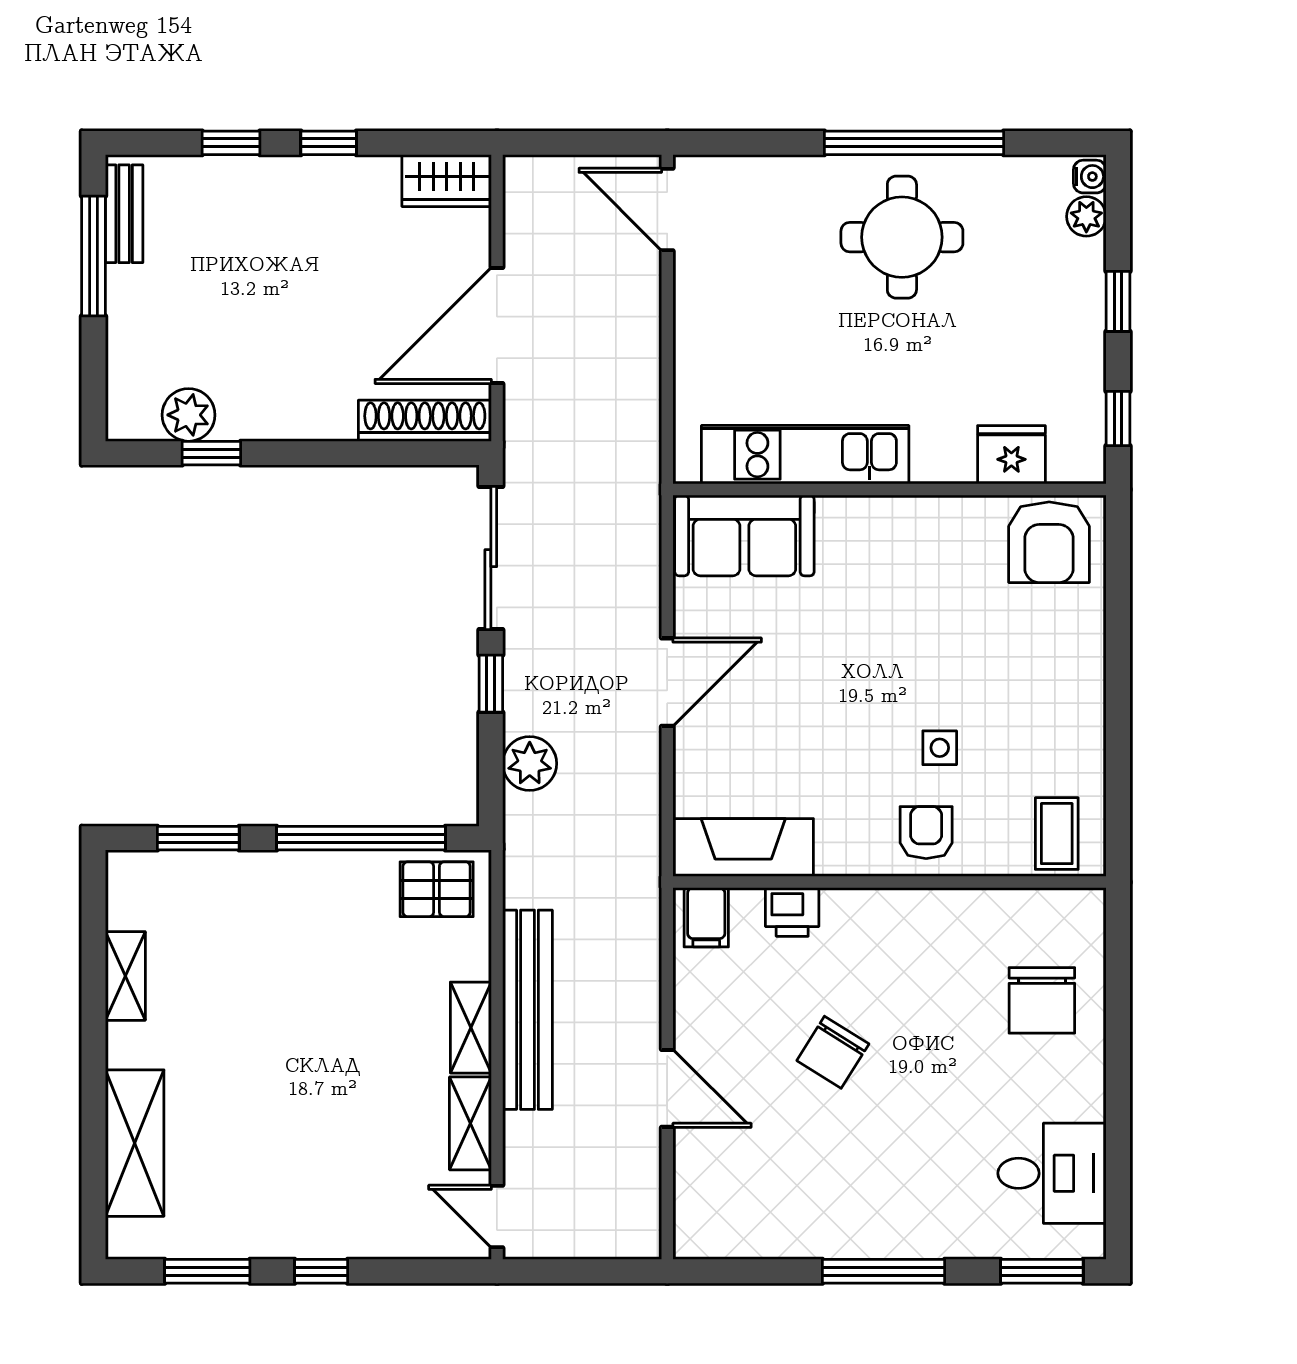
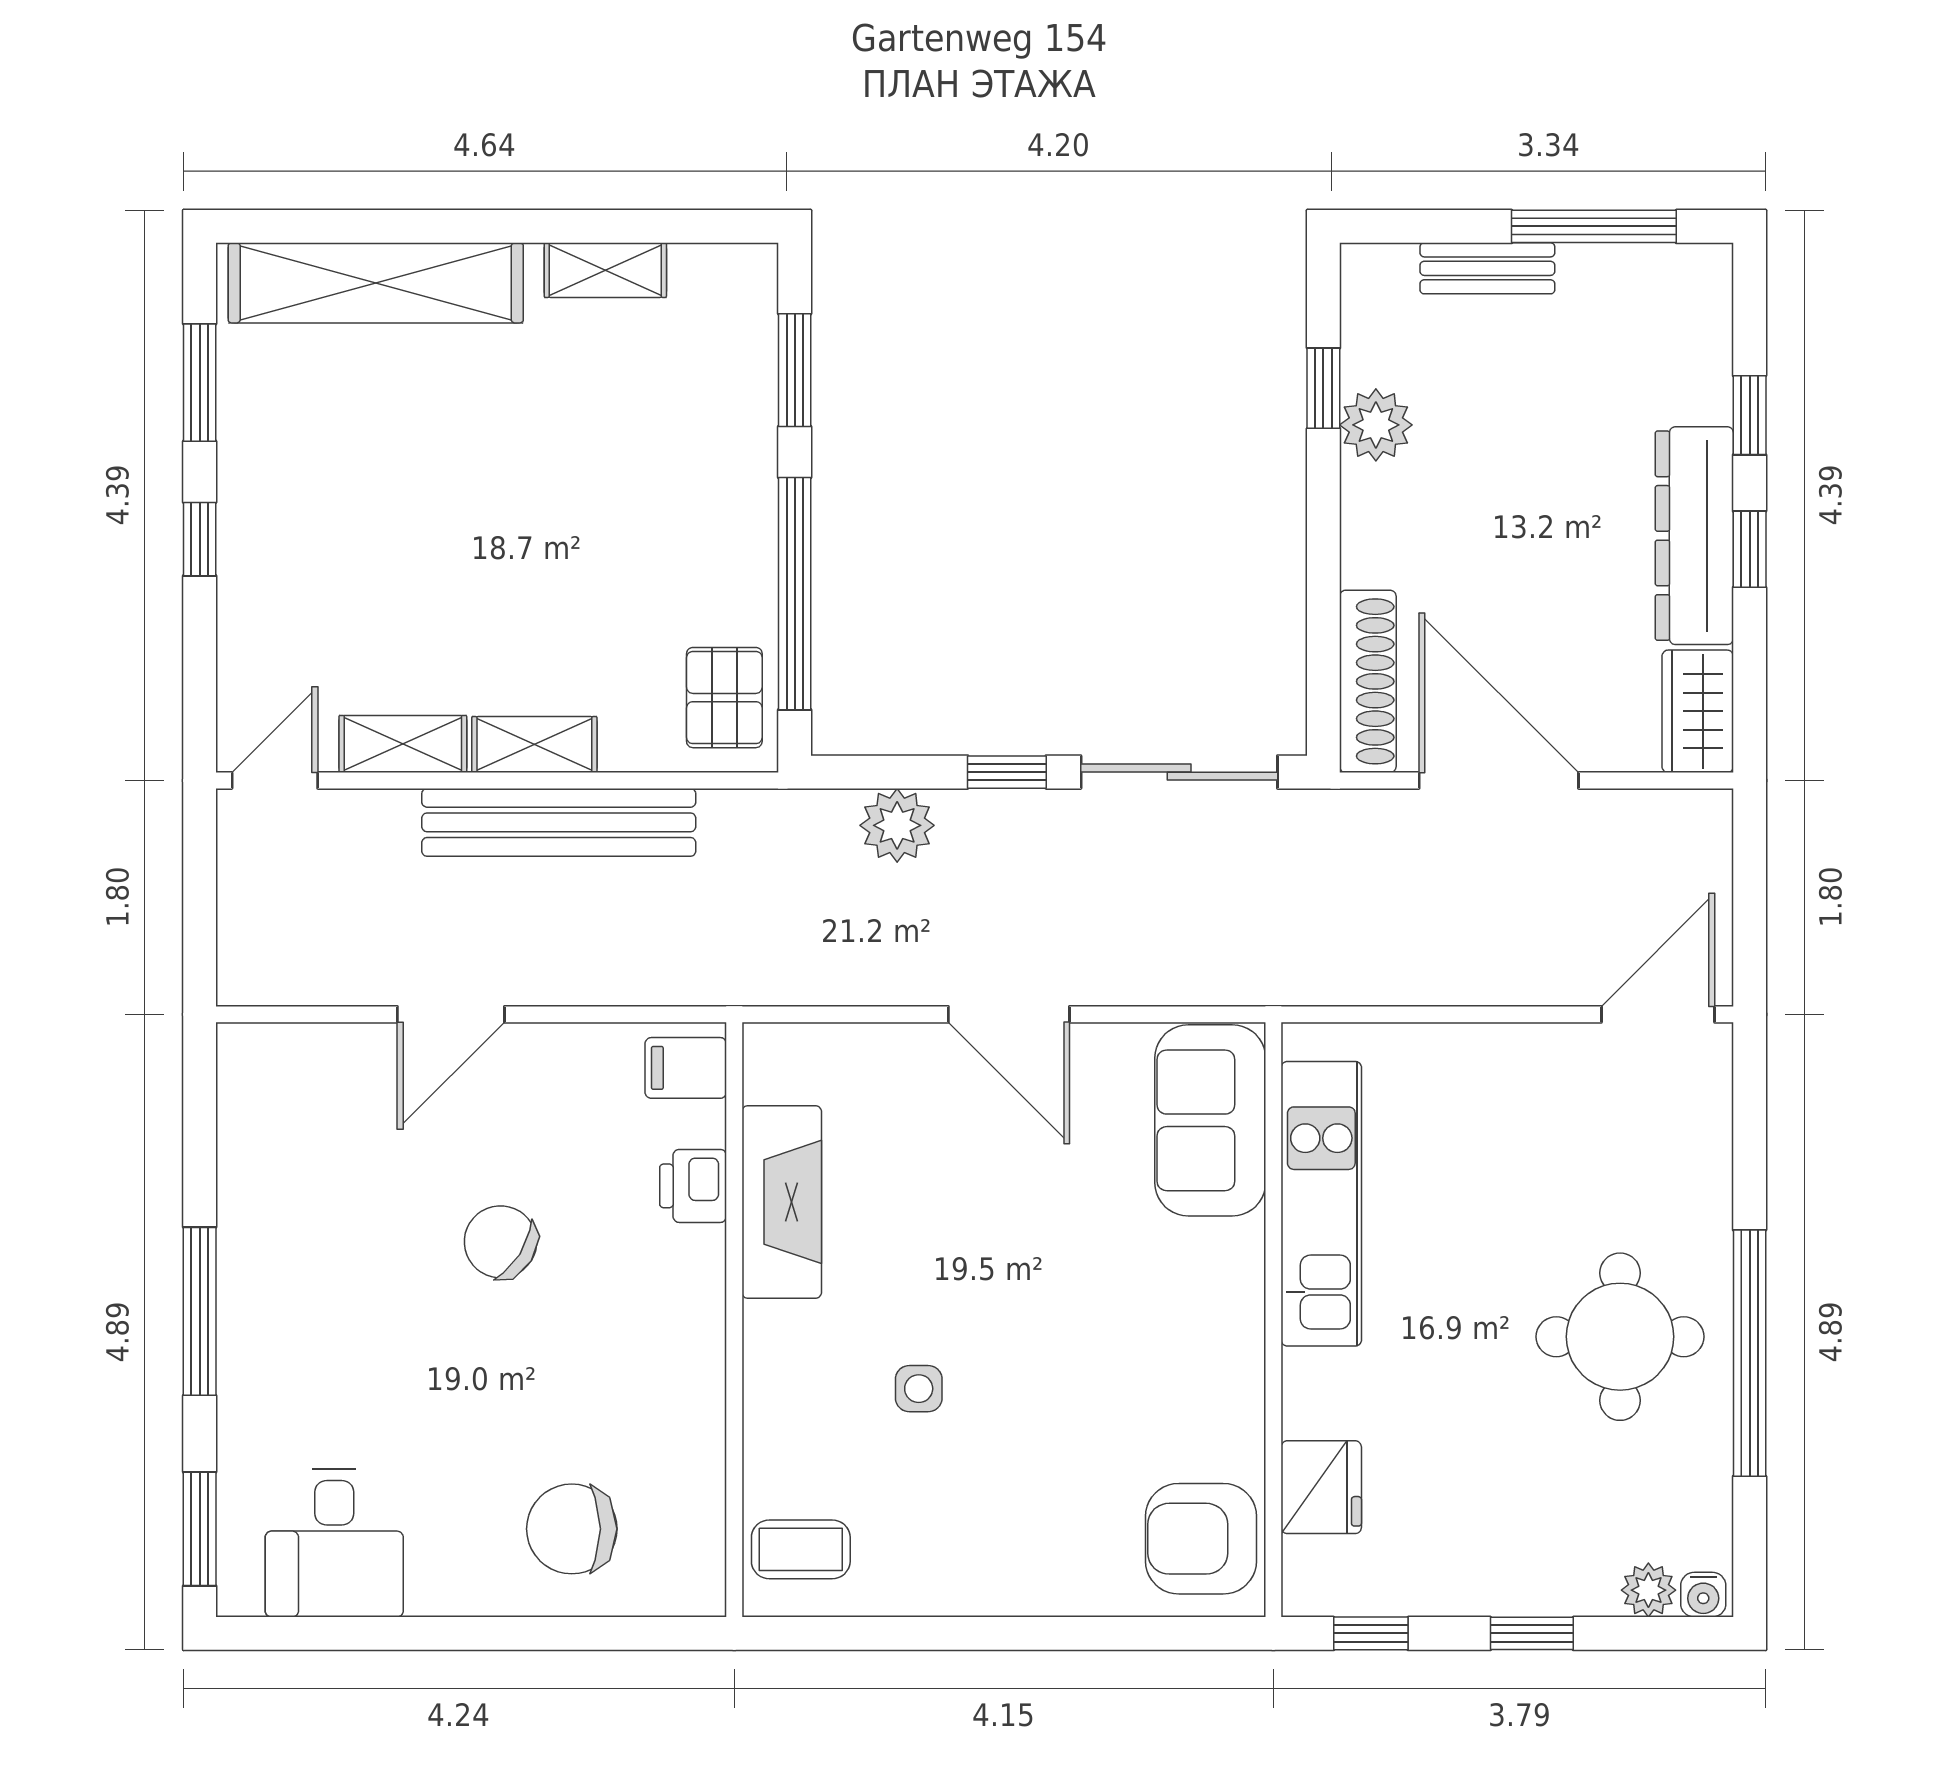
dresser: (319, 183) -> (1694, 536), added
bench: (124, 214) -> (1487, 268), moved
plant: (189, 415) -> (1376, 425), moved
armchair: (926, 833) -> (802, 1370), removed
fireplace: (743, 847) -> (782, 1202), moved
shelving: (135, 1143) -> (376, 283), width x1.47

